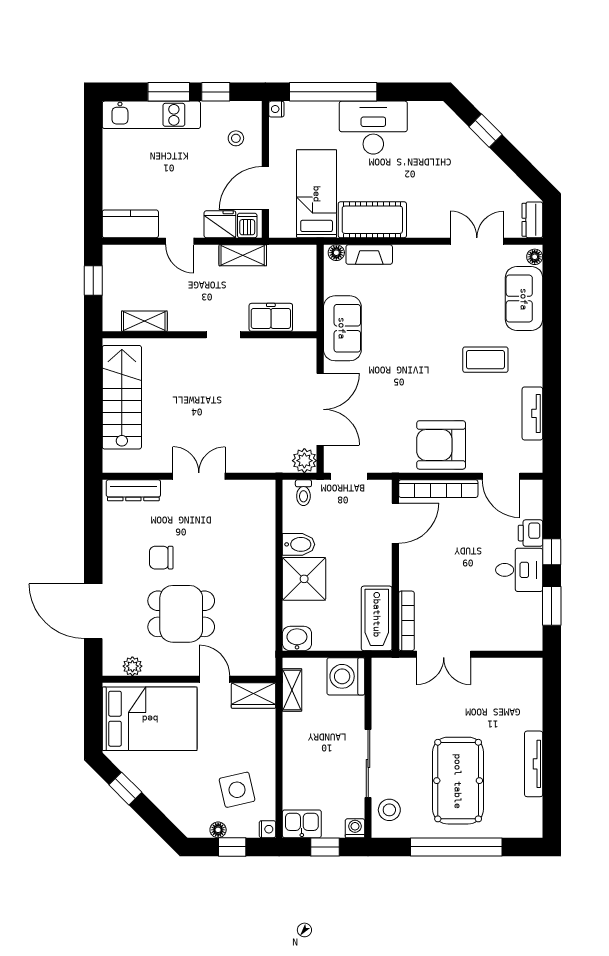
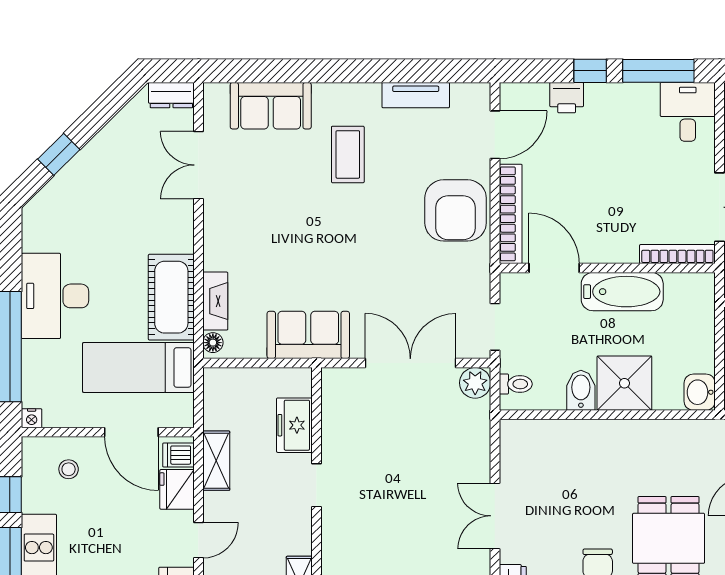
floor lamp: (535, 257) -> (218, 92), removed
desk: (519, 570) -> (688, 112), moved
window: (552, 606) -> (658, 71), width x1.44
bathtub: (377, 618) -> (622, 292), moved

